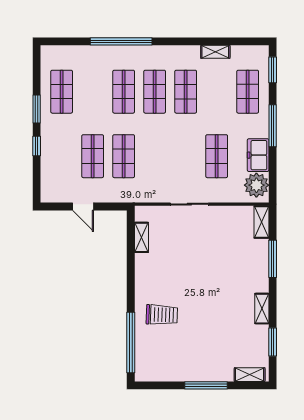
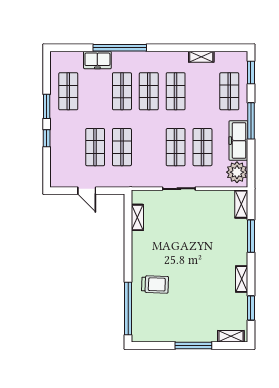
freezer: (95, 56) -> (97, 60), added
freezer: (258, 155) -> (238, 141), width x1.40
shop shelf: (186, 156) -> (176, 147), added

